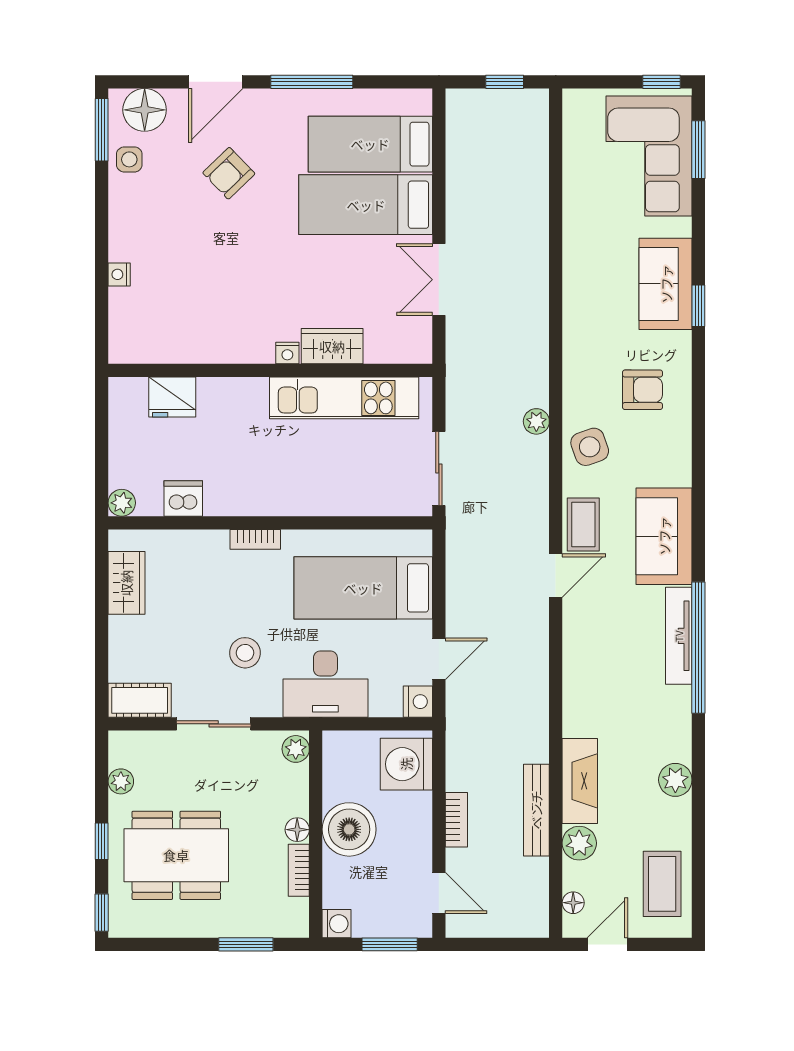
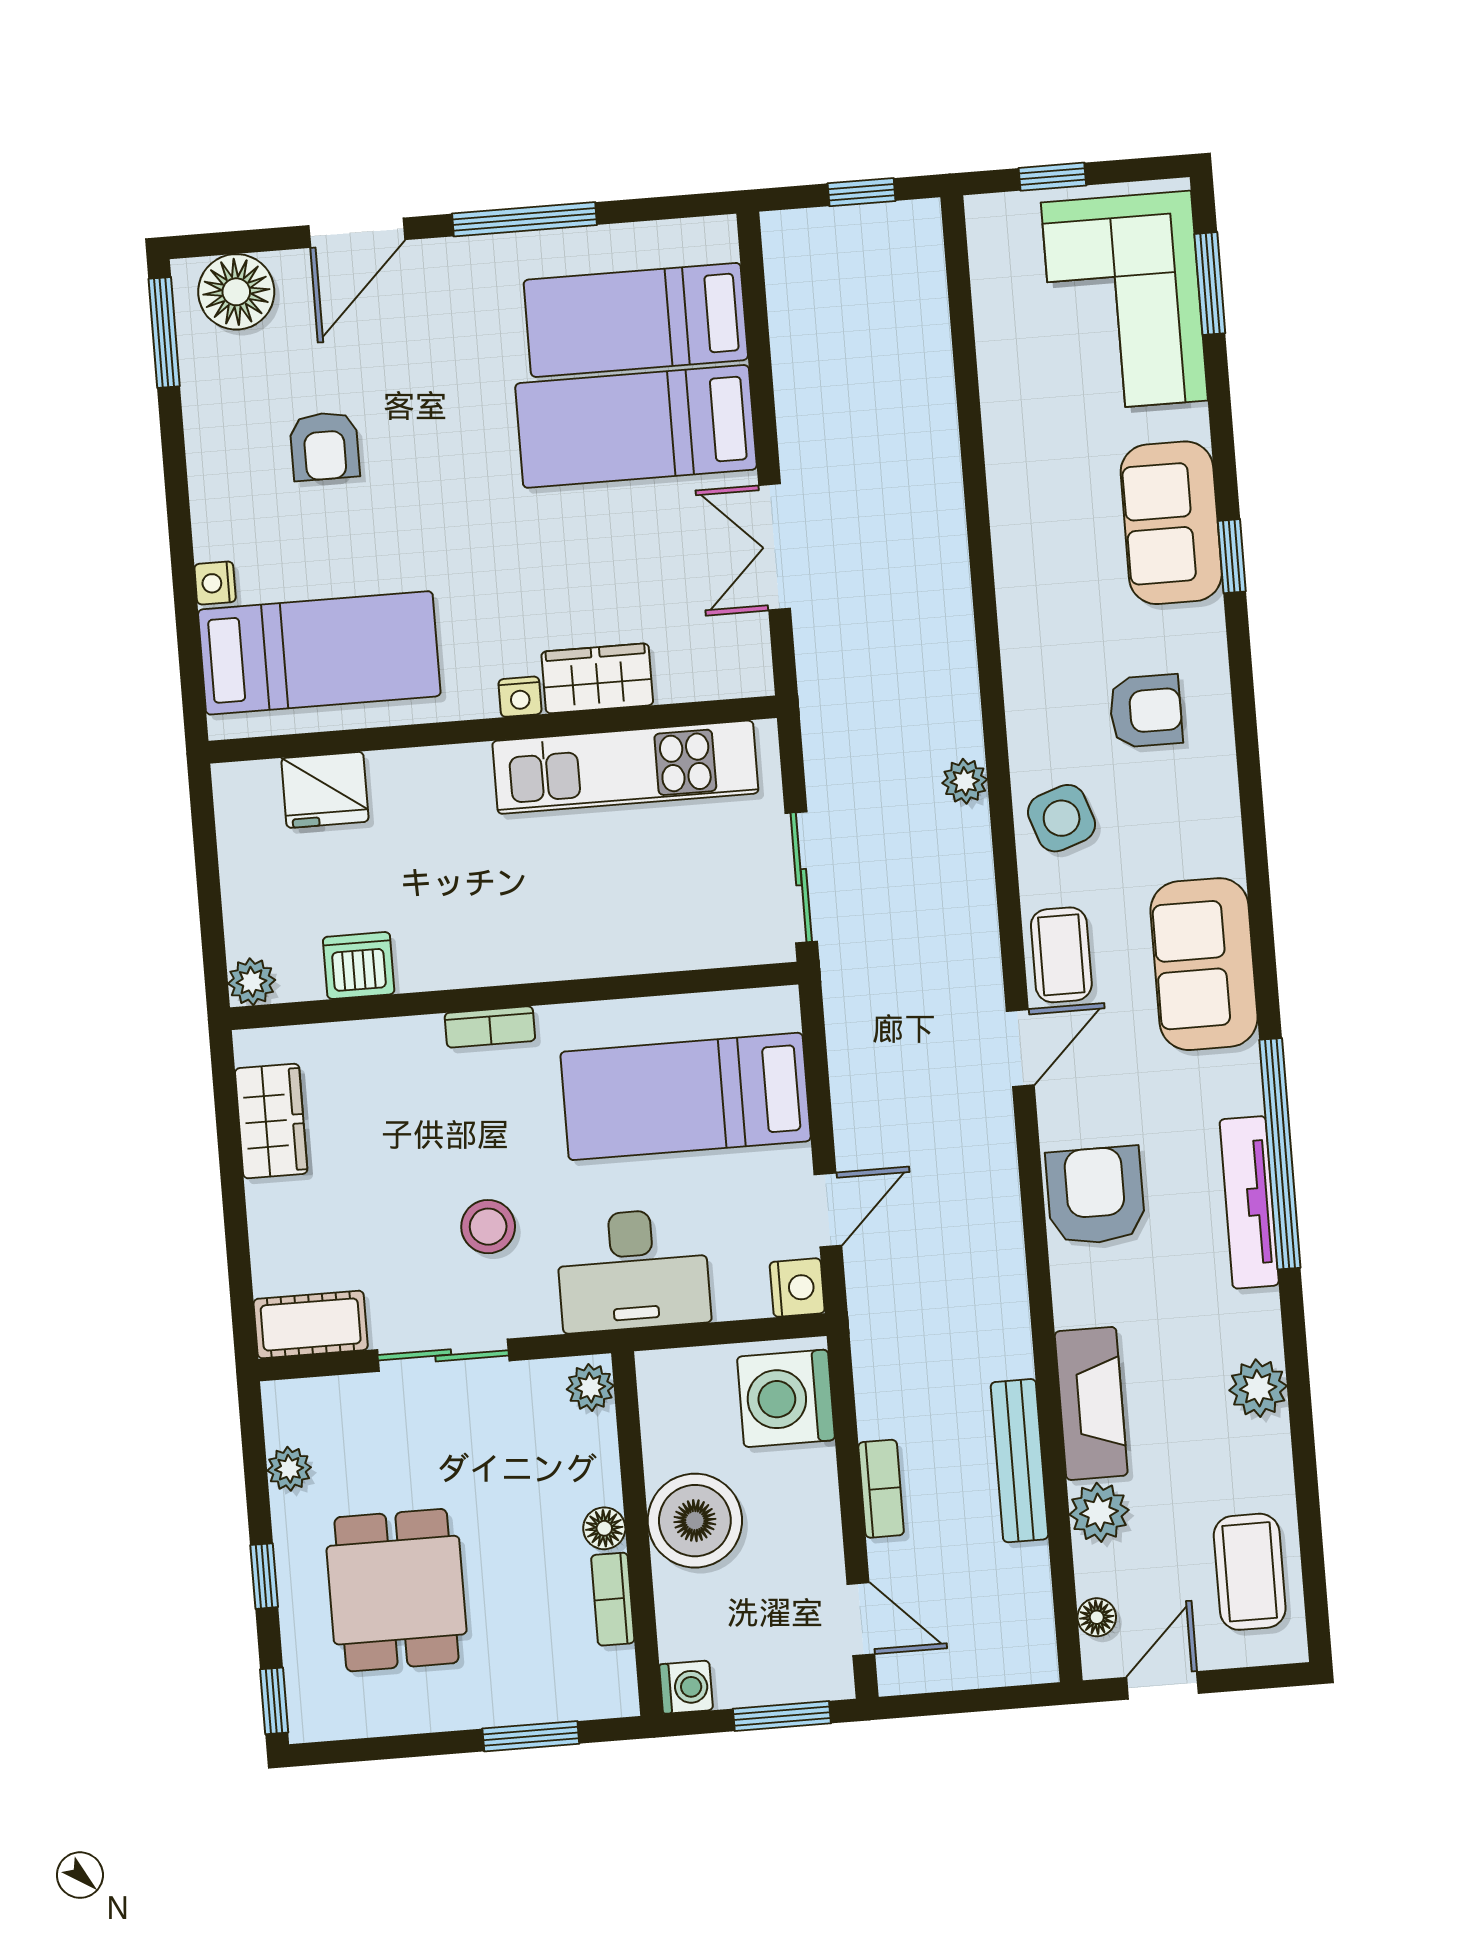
window: (662, 82) -> (1052, 177), moved
side table: (129, 159) -> (216, 381), removed
armchair: (229, 173) -> (325, 446), moved, turned -46
bed: (175, 319) -> (319, 653), added
tv unit: (679, 636) -> (1249, 1202), moved
armchair: (592, 663) -> (1095, 1196), added
dining table: (176, 855) -> (397, 1590), width x0.73

